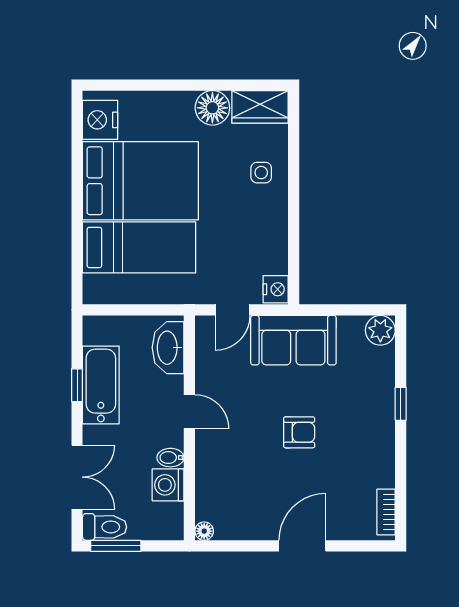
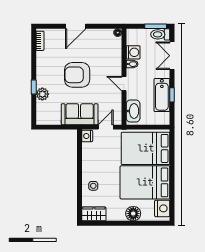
floor lamp: (212, 108) -> (133, 214), moved
bed: (139, 247) -> (146, 148), width x1.50
plant: (380, 330) -> (42, 94), moved
armchair: (299, 432) -> (77, 75), width x1.88, depth x1.88

